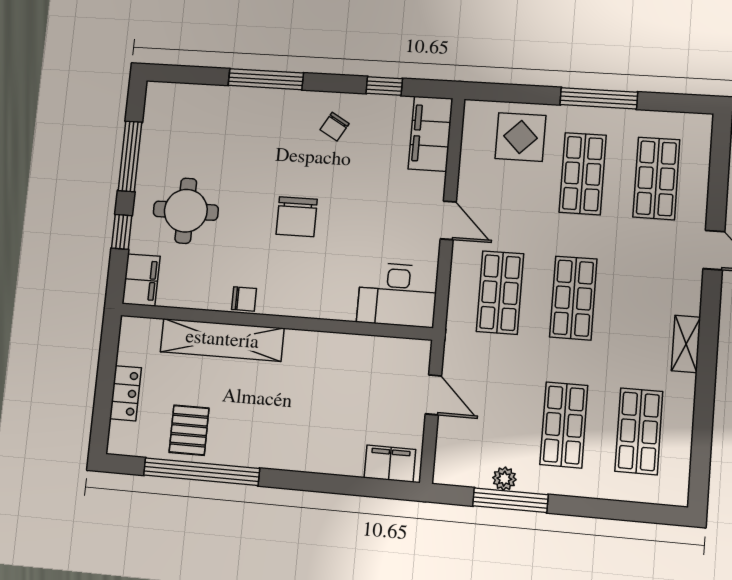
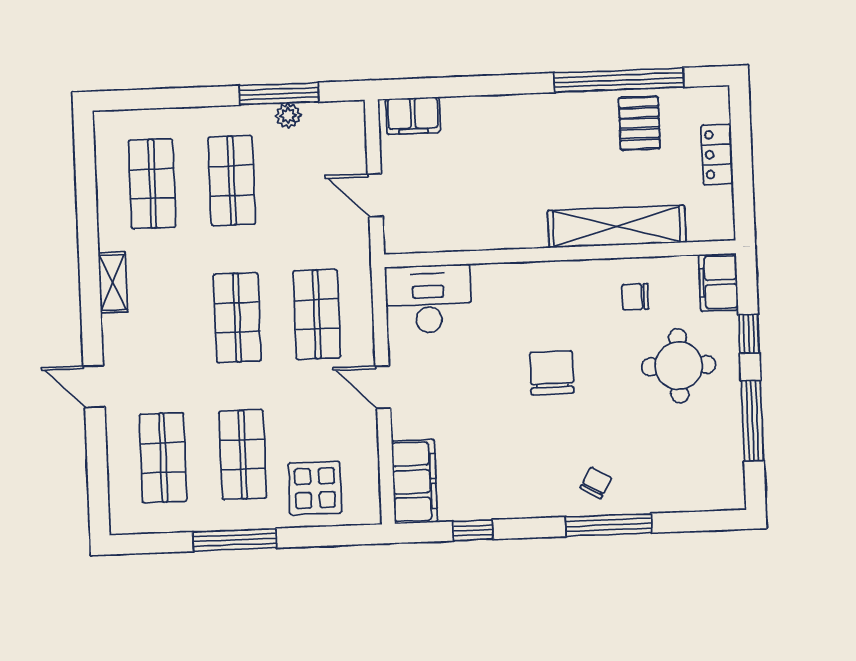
chair: (335, 127) -> (596, 483), moved
chair: (244, 299) -> (635, 297), moved

